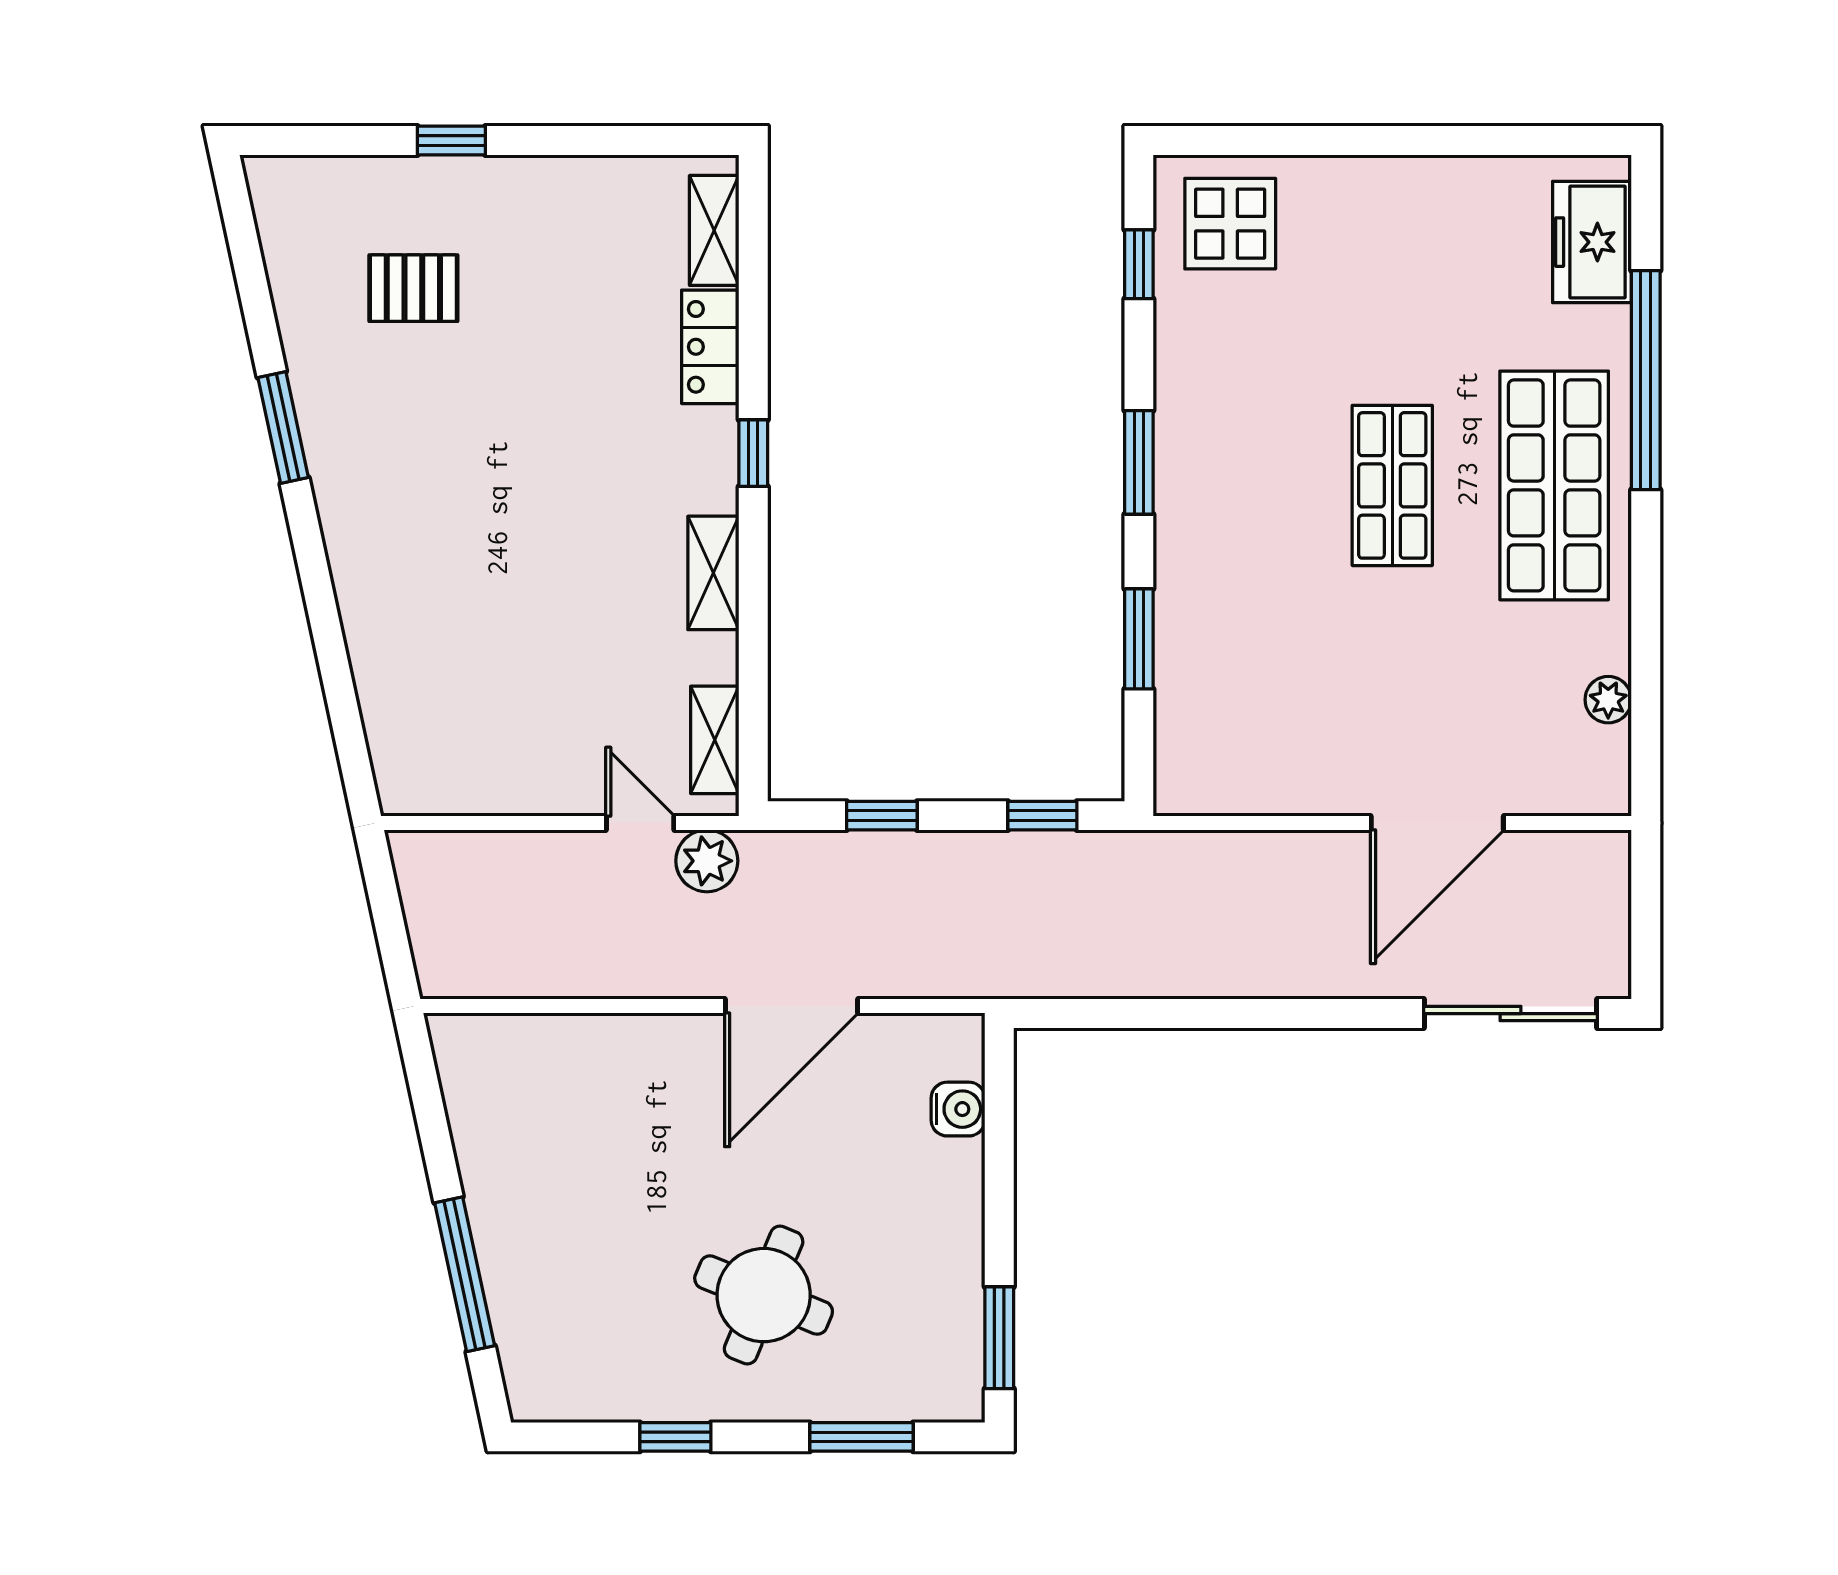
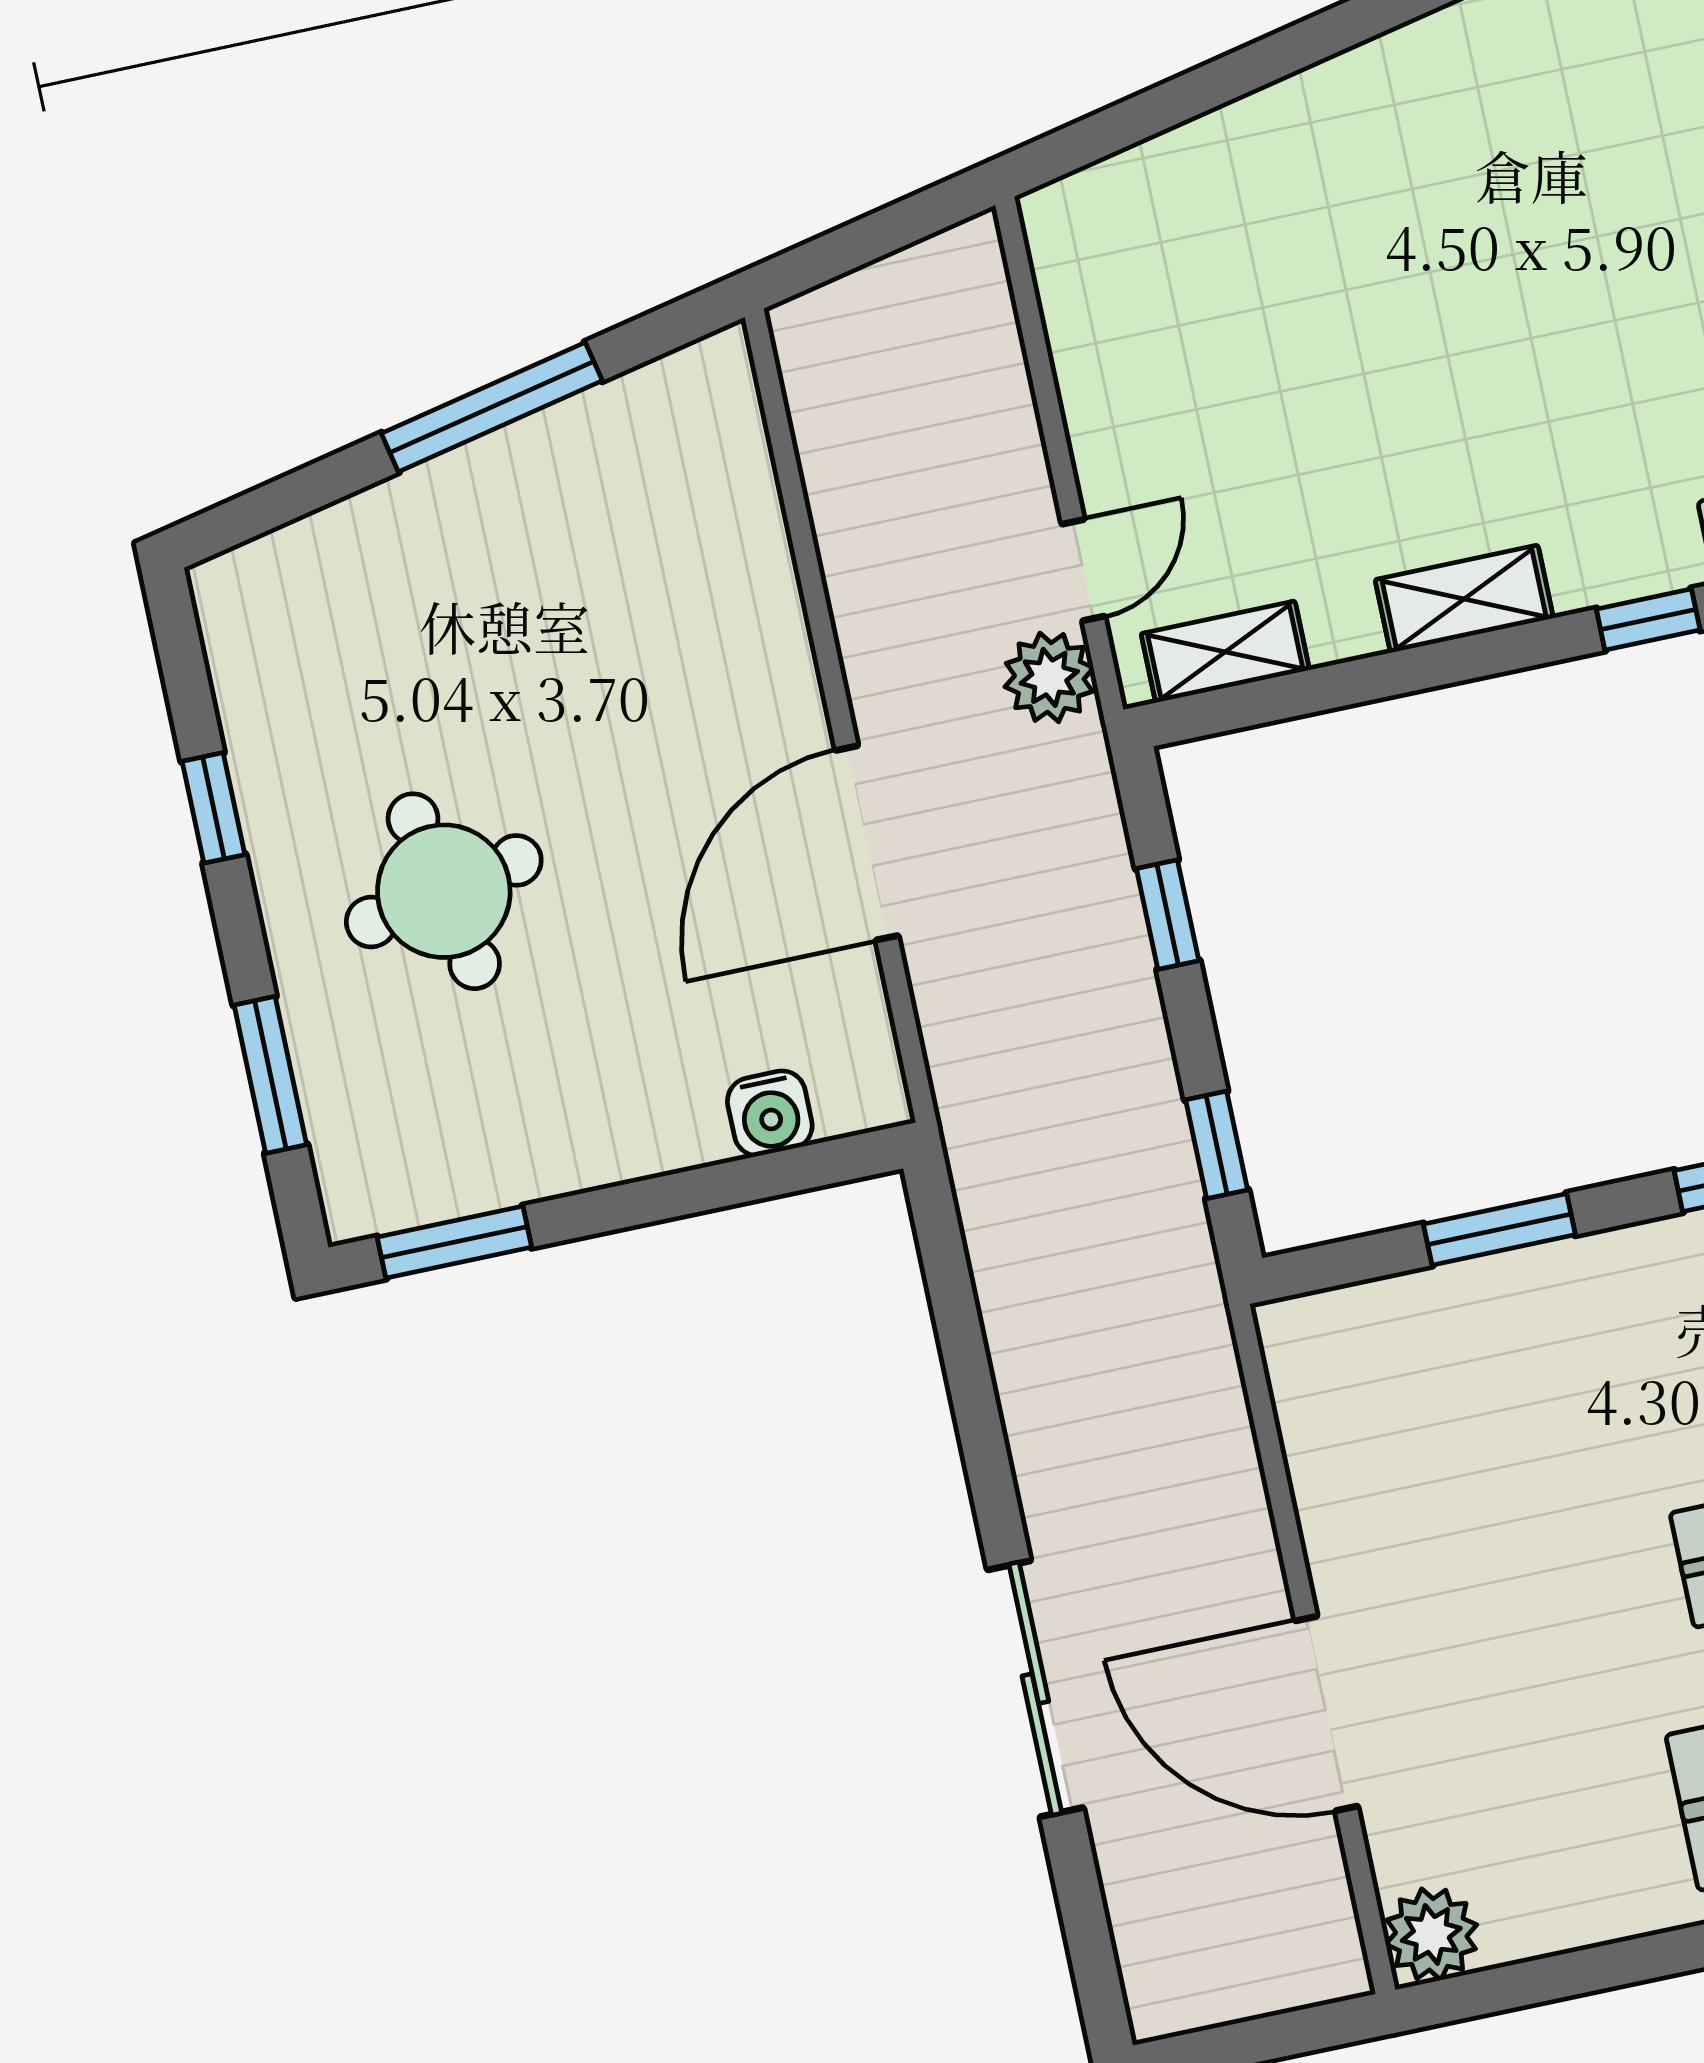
plant: (1608, 700) -> (1431, 1934), moved, width x1.38, depth x1.38
door: (791, 1006) -> (867, 843), hinge flipped
sliding door: (1510, 1014) -> (1035, 1689), moved
window: (465, 1274) -> (492, 407), moved
round table: (764, 1295) -> (444, 891), turned -33

